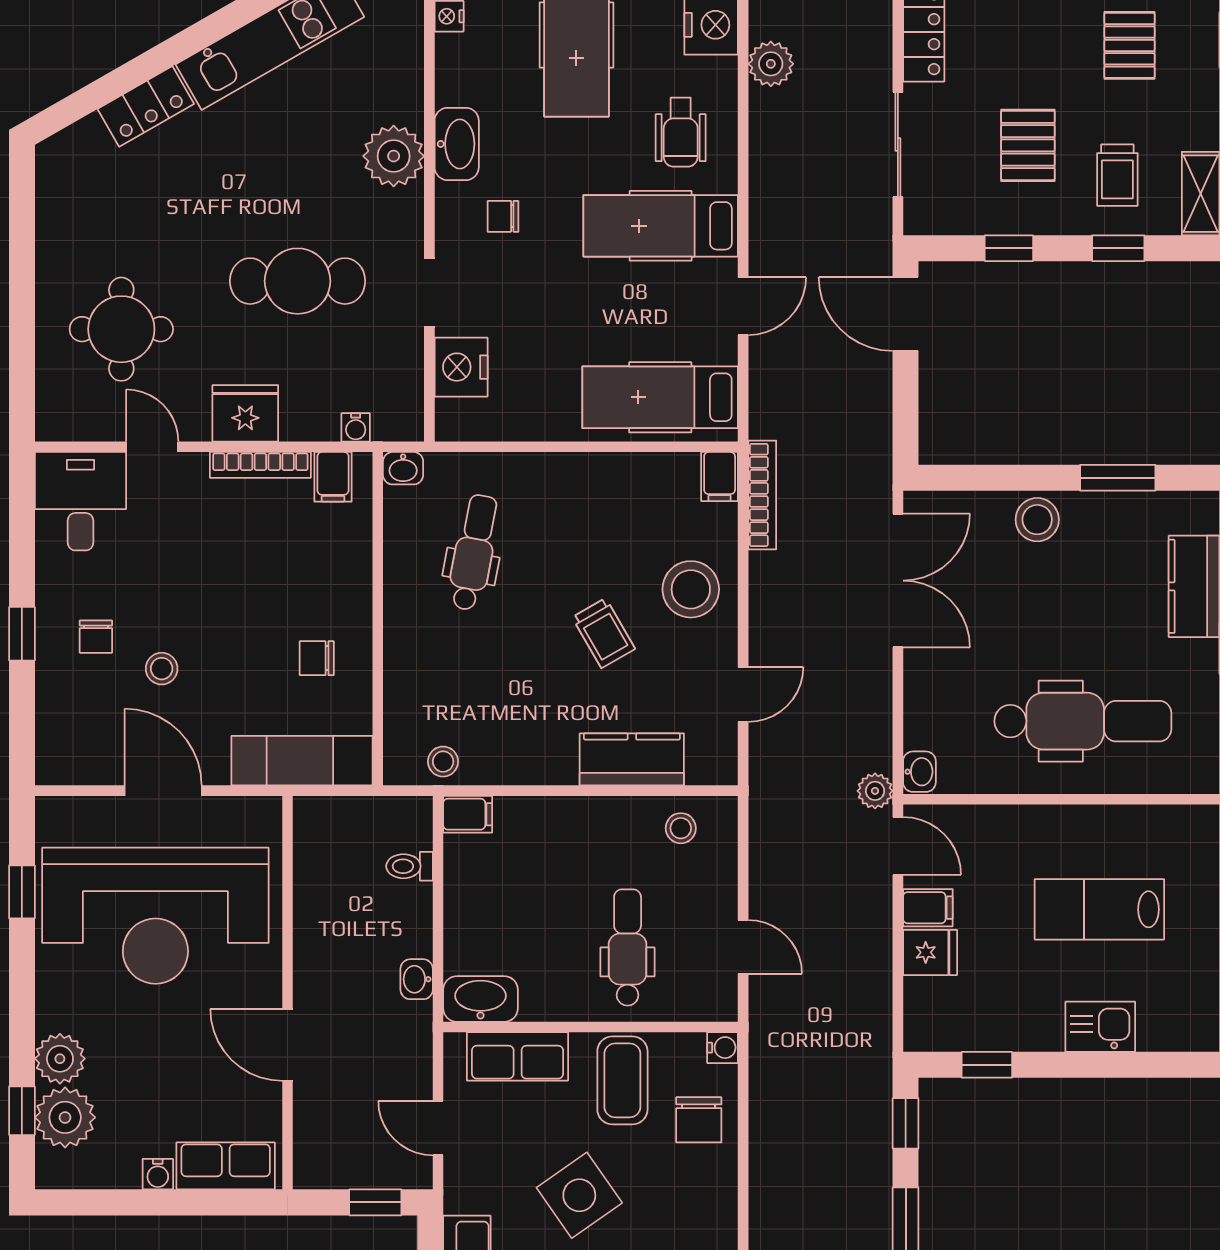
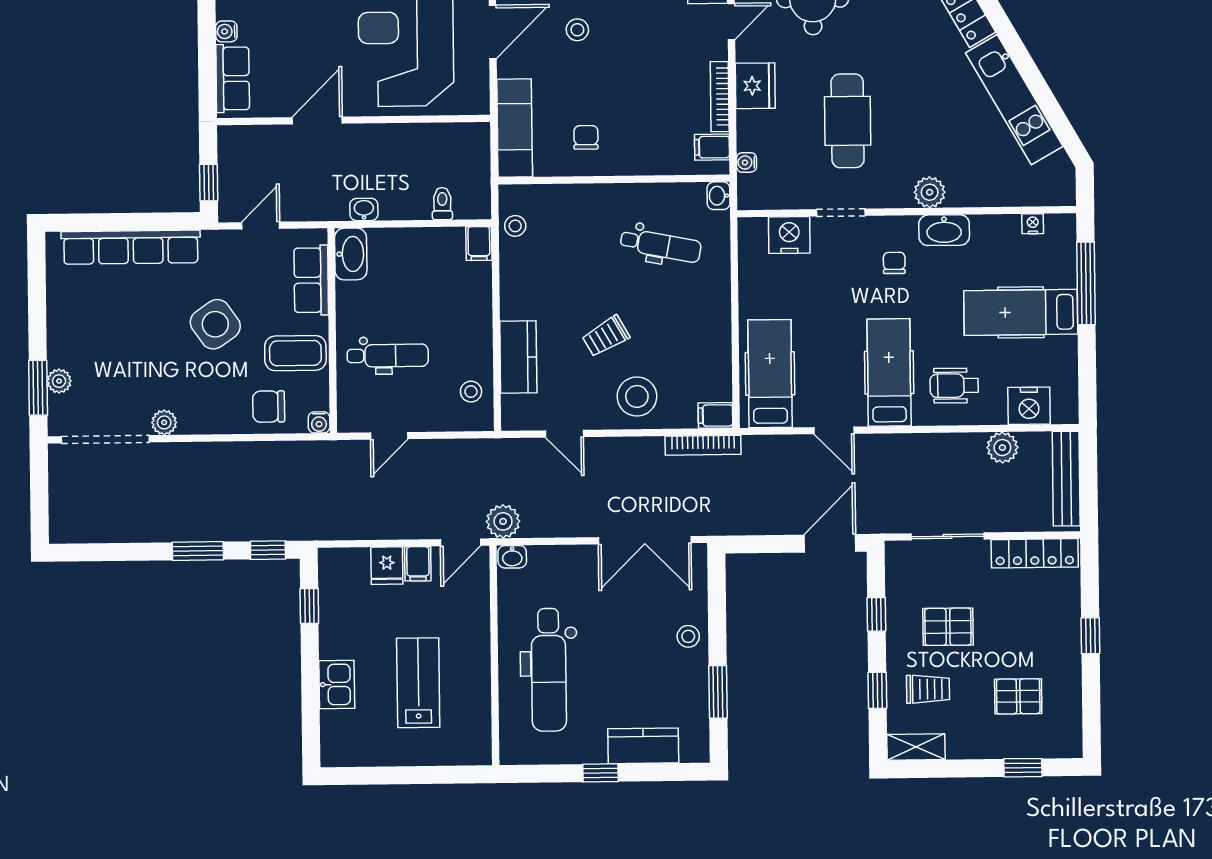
plant: (394, 156) -> (930, 192), width x0.73, depth x0.73
trolley: (1117, 175) -> (928, 689), turned 180
stool: (1037, 520) -> (688, 636), width x0.73, depth x0.73
plant: (875, 791) -> (503, 521), width x1.38, depth x1.38

